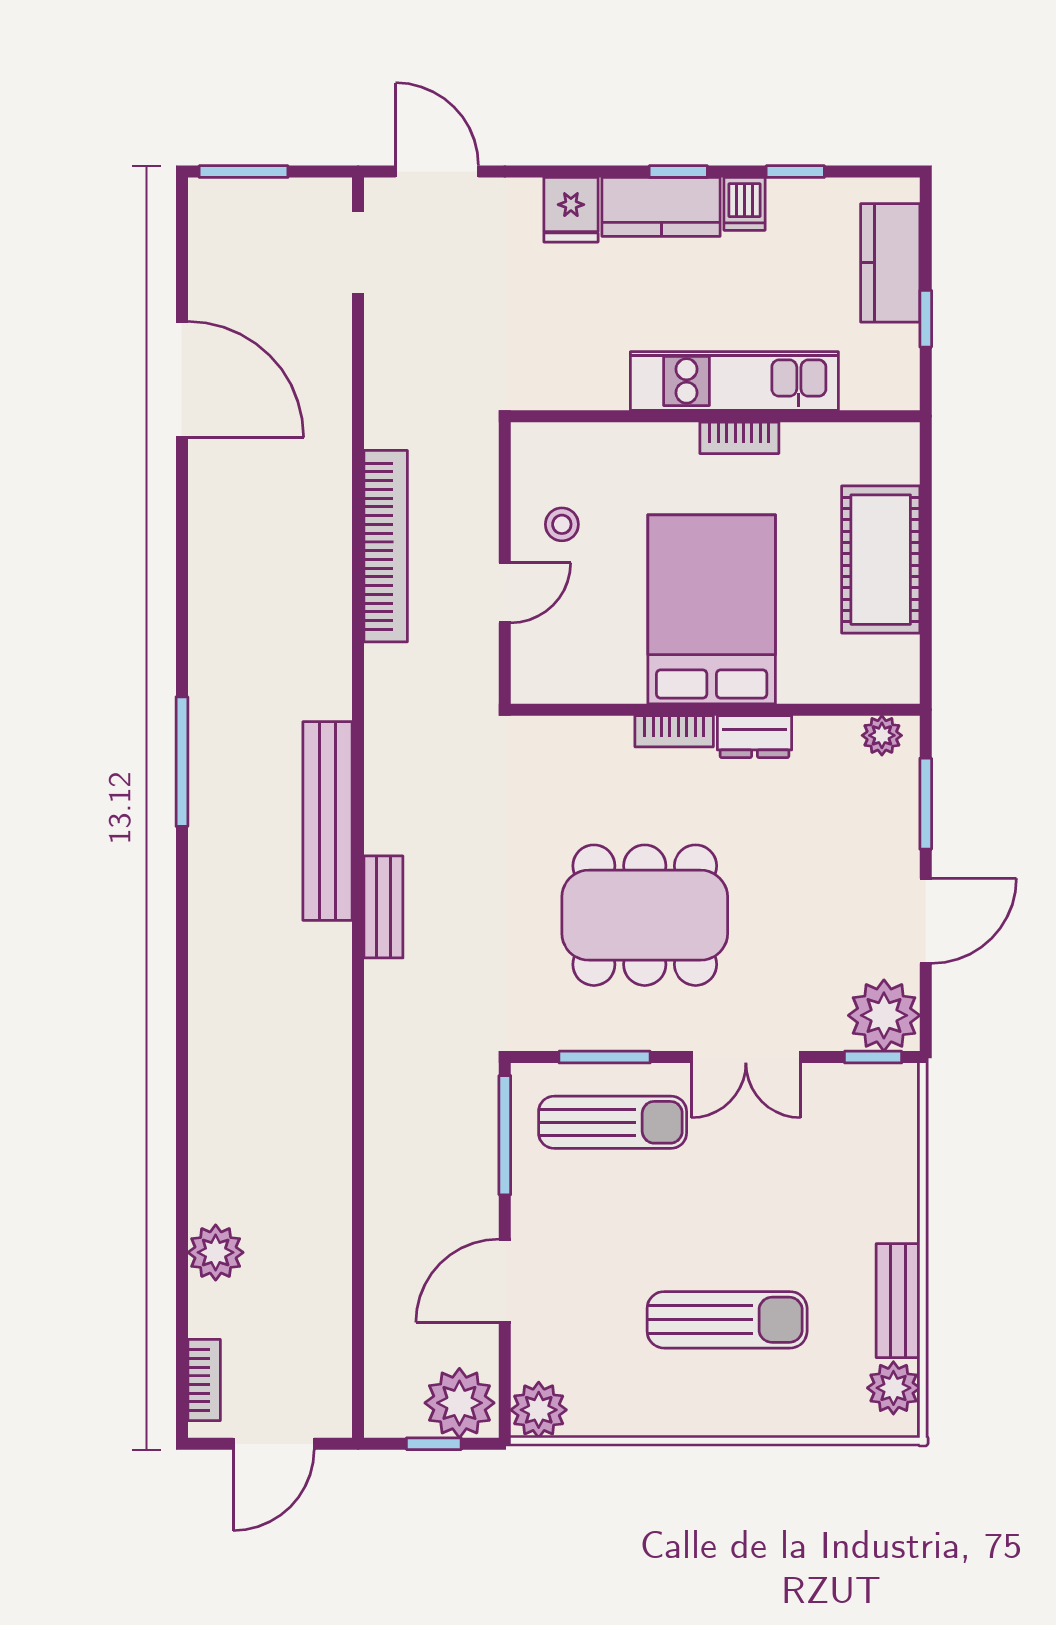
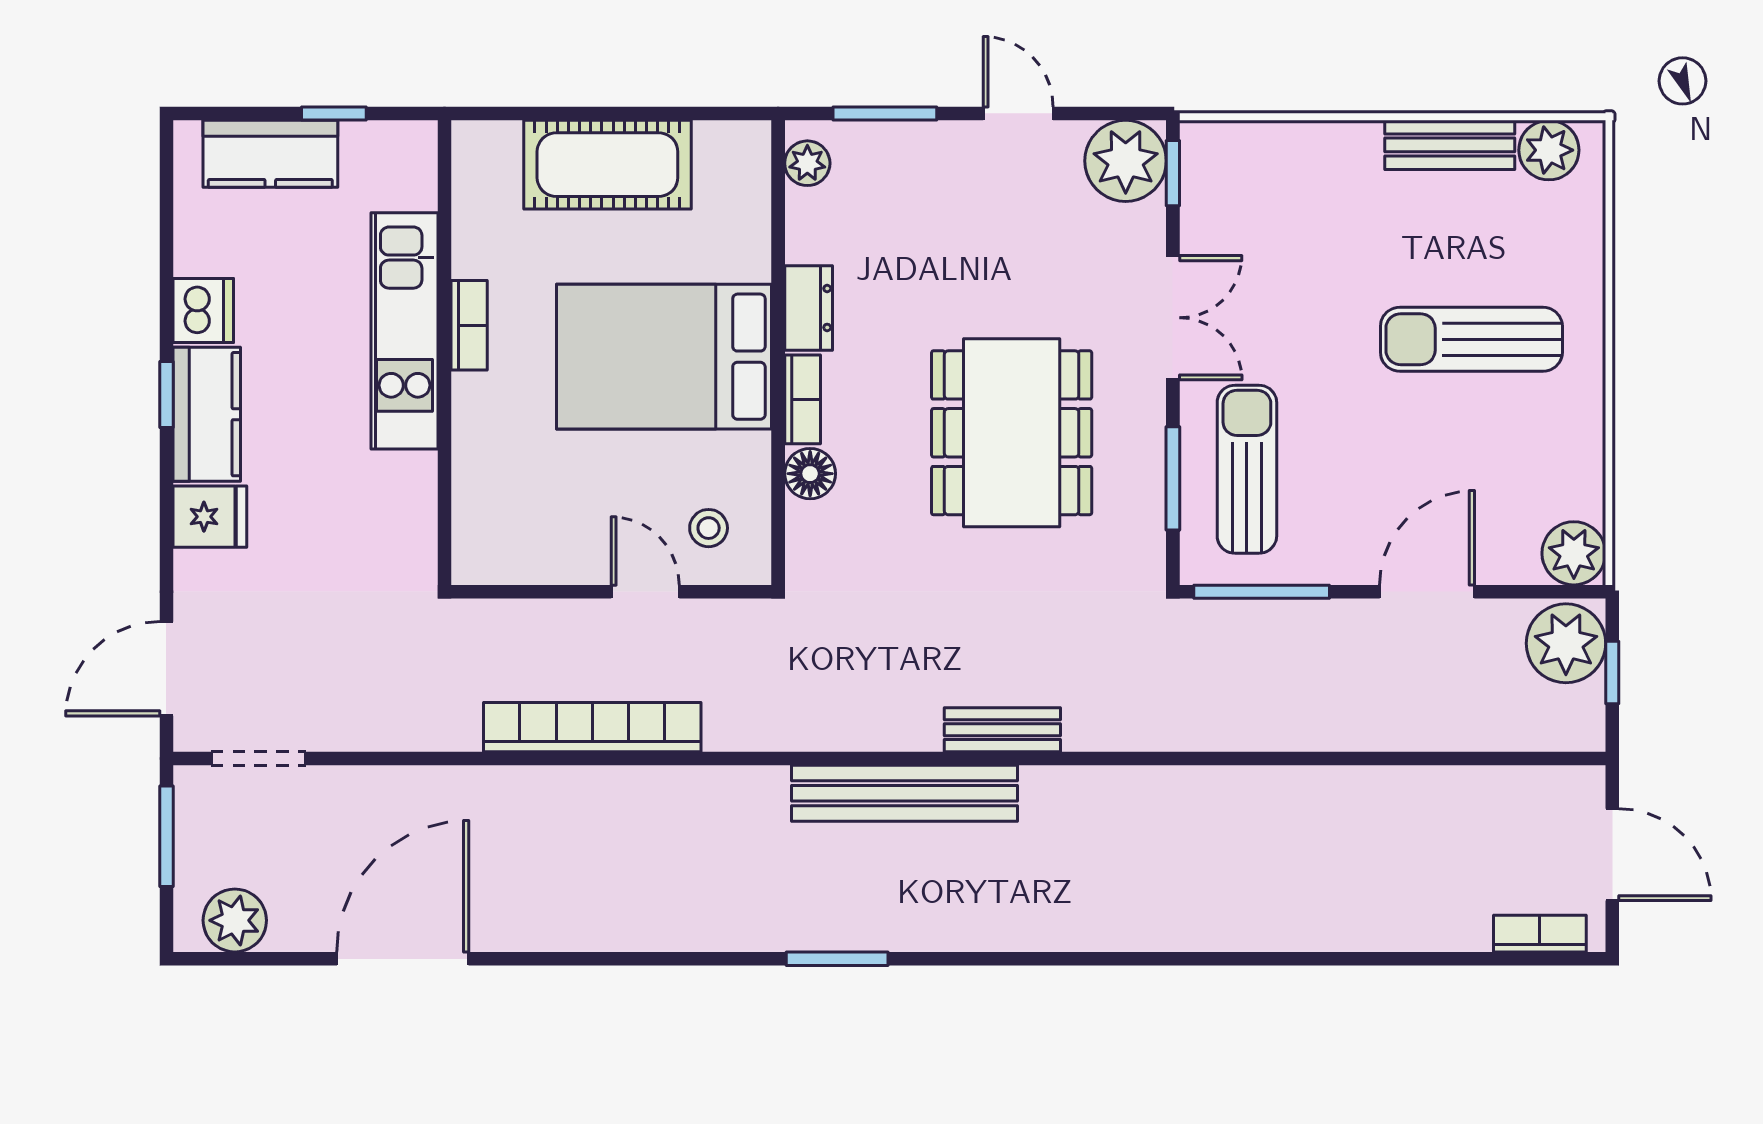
window: (244, 172) -> (166, 836), moved
window: (795, 172) -> (166, 262), removed
dishwasher: (745, 204) -> (203, 311), width x1.38
stool: (562, 524) -> (709, 528), moved
floor lamp: (609, 738) -> (810, 474), added
window: (182, 762) -> (837, 959), width x0.69
door: (926, 921) -> (1018, 113), width x0.73
plant: (216, 1252) -> (235, 920), moved
door: (505, 1281) -> (1427, 592), swing flipped
sun lounger: (727, 1320) -> (1471, 339), turned -90

